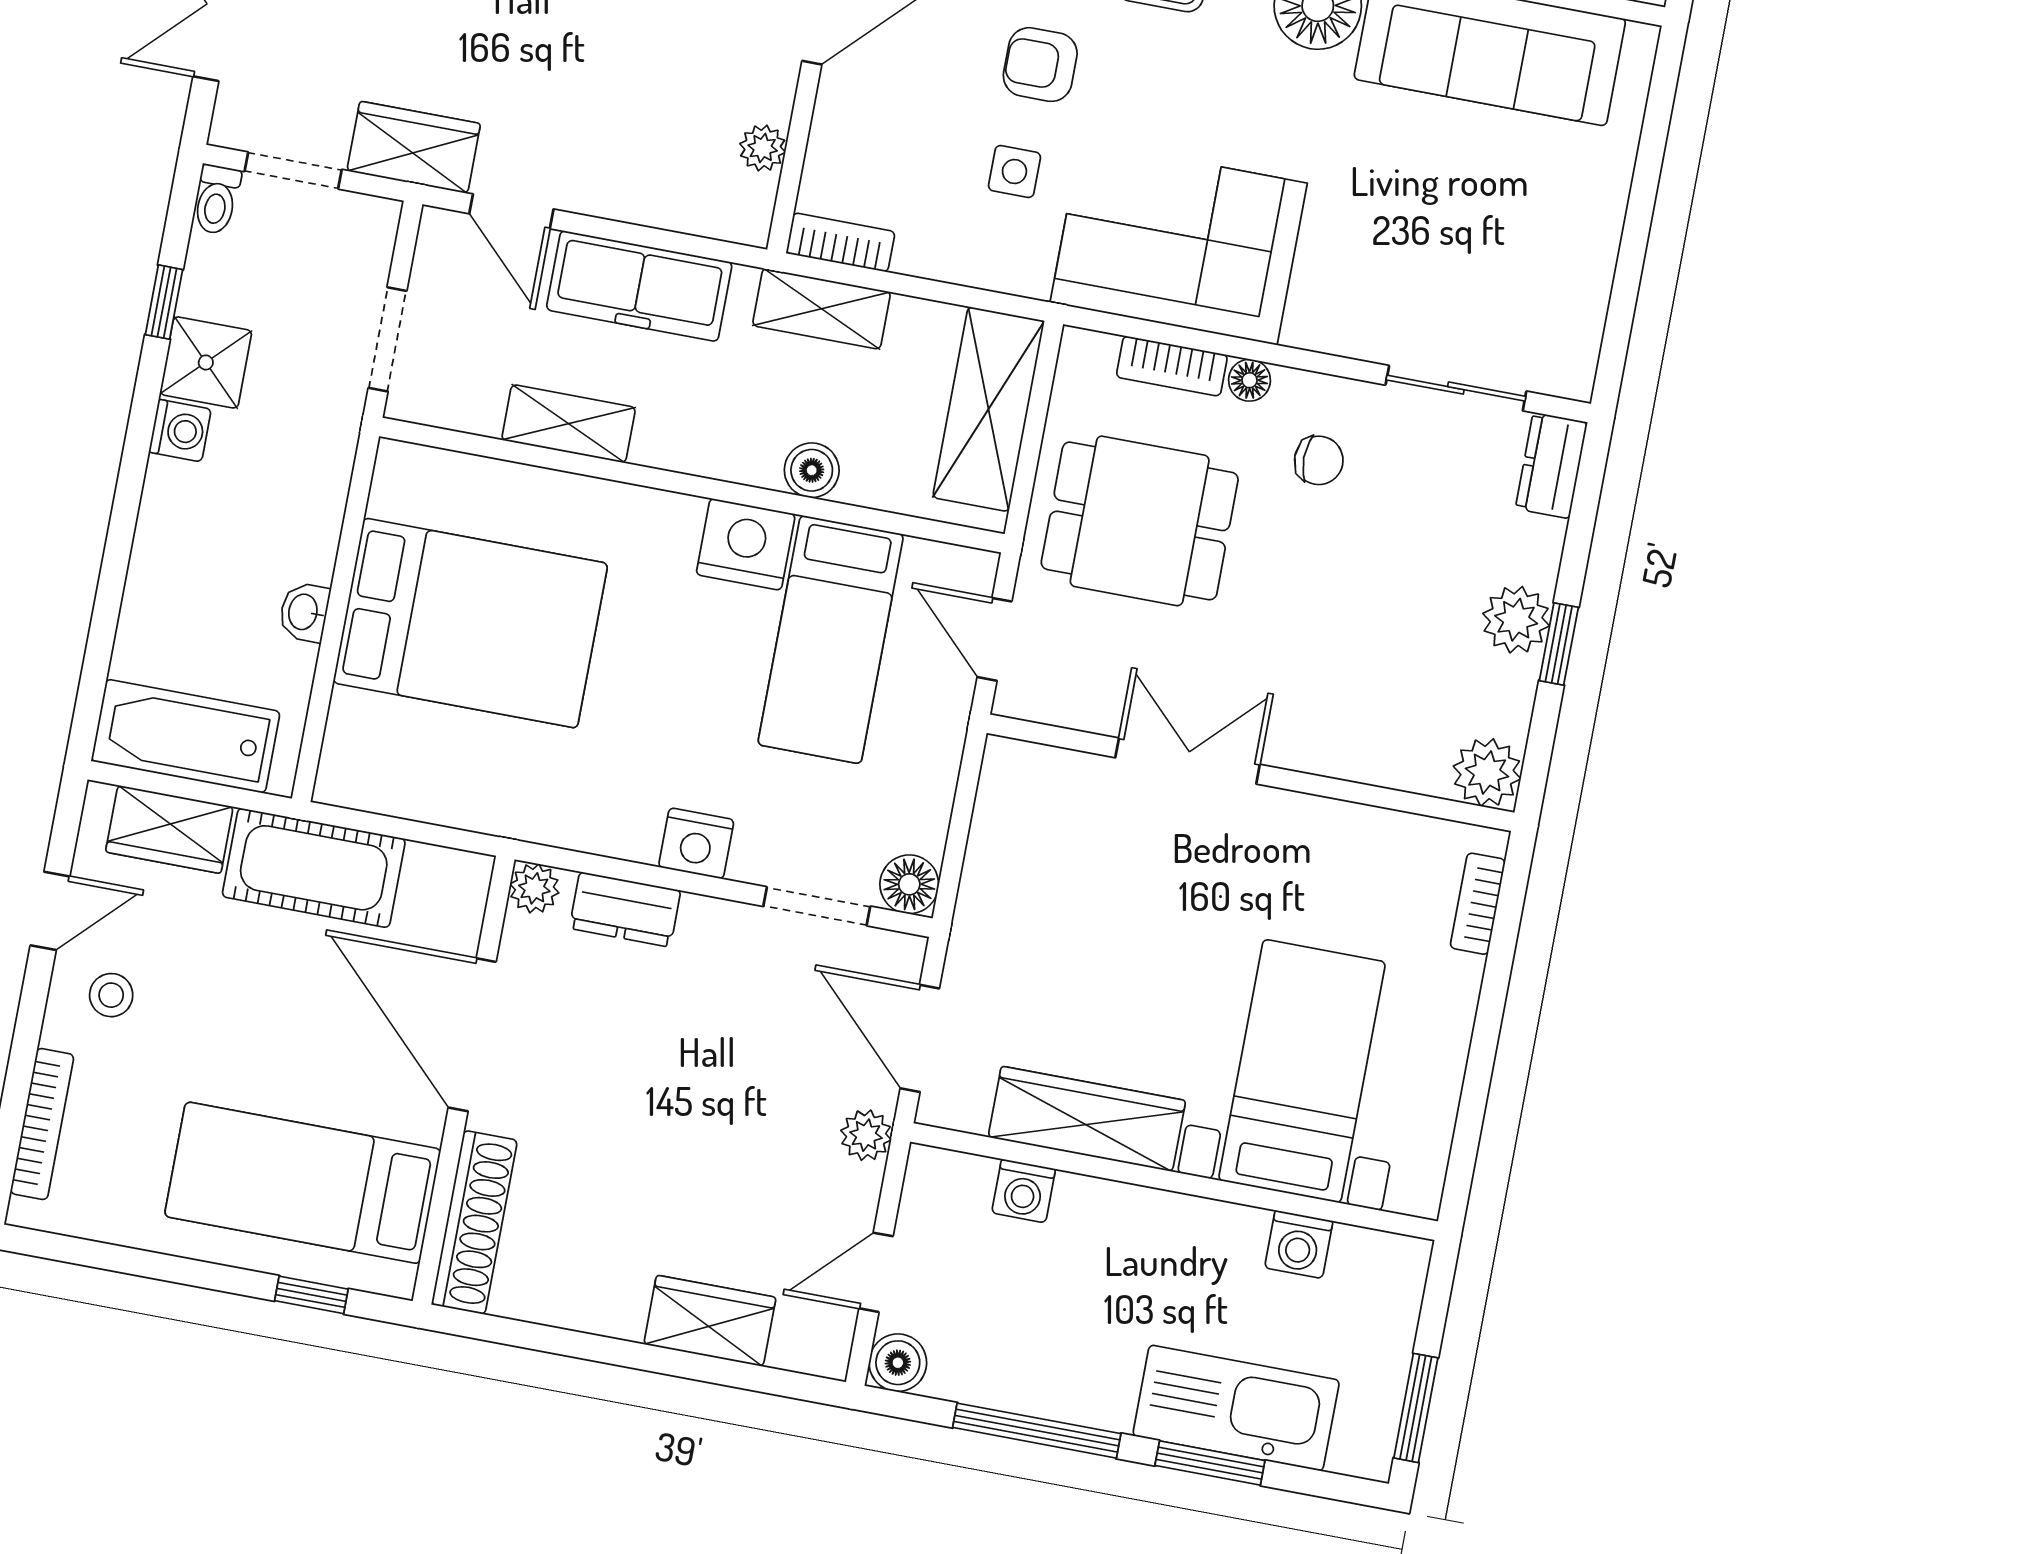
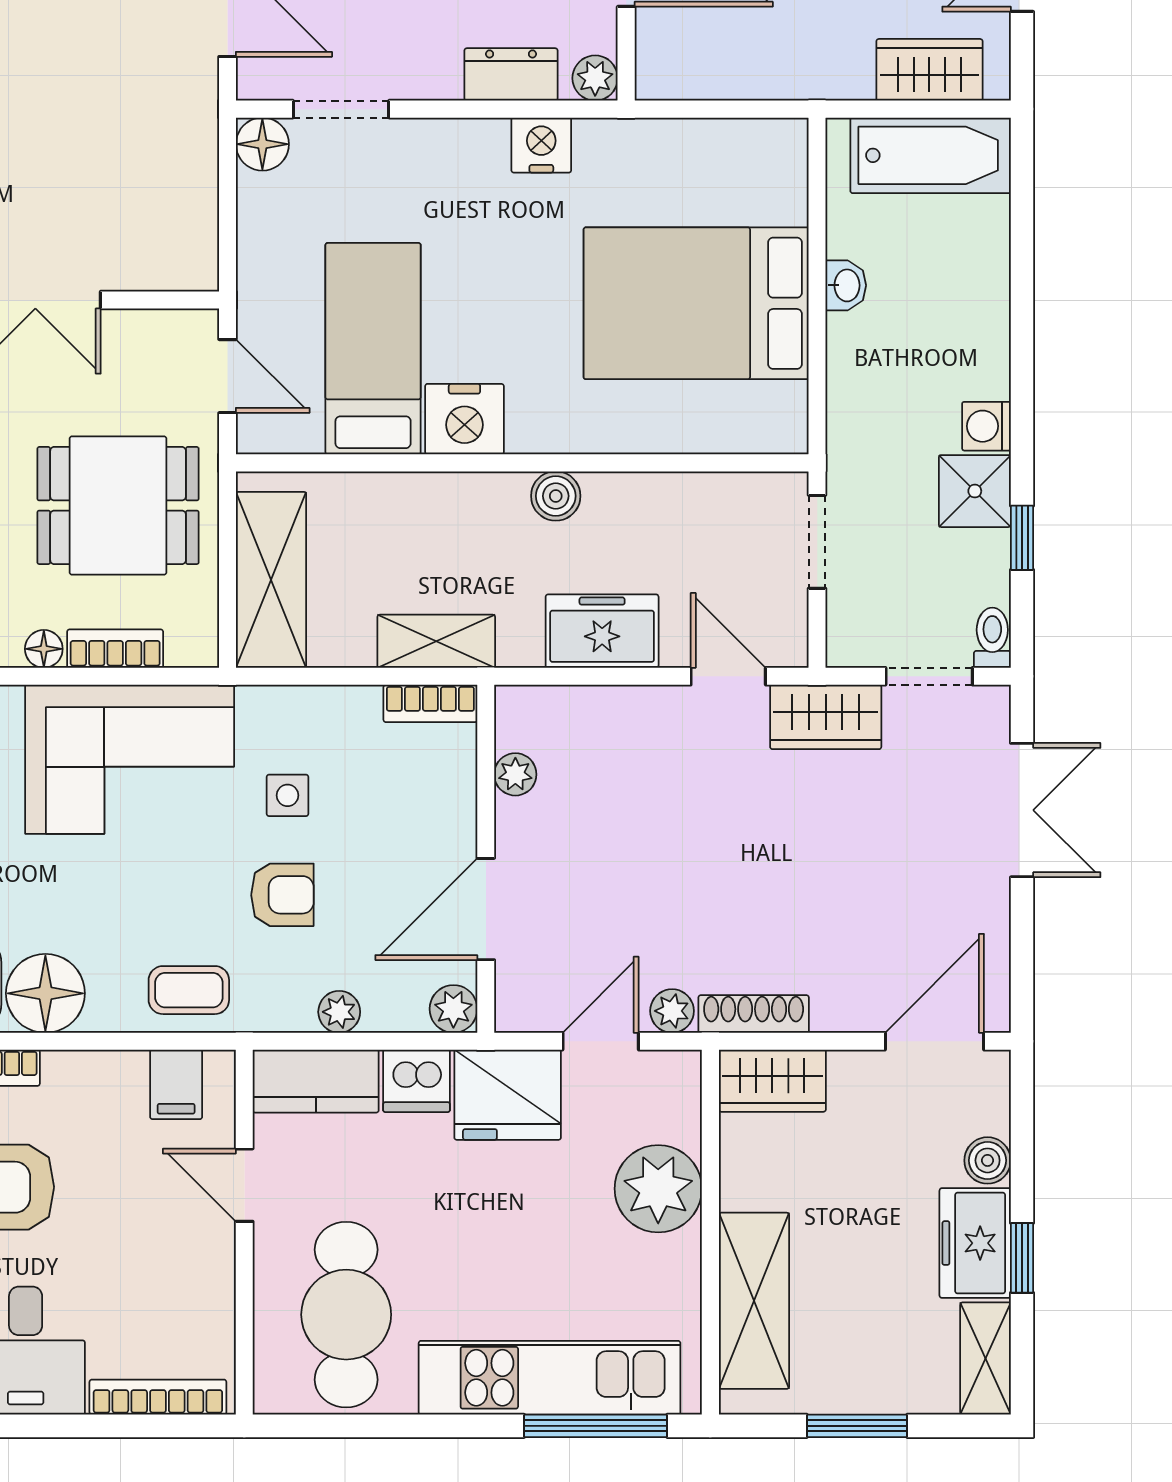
freezer: (639, 286) -> (602, 631), width x0.71
shelving: (569, 424) -> (642, 497), removed
boiler: (812, 470) -> (556, 496), moved
nightstand: (696, 843) -> (541, 145), moved
cot: (314, 868) -> (795, 60), removed

